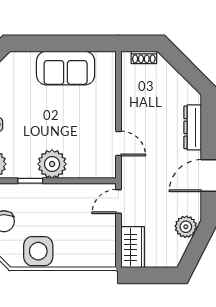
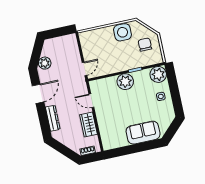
sofa: (66, 68) -> (143, 133), moved
wardrobe: (133, 247) -> (88, 124), moved

